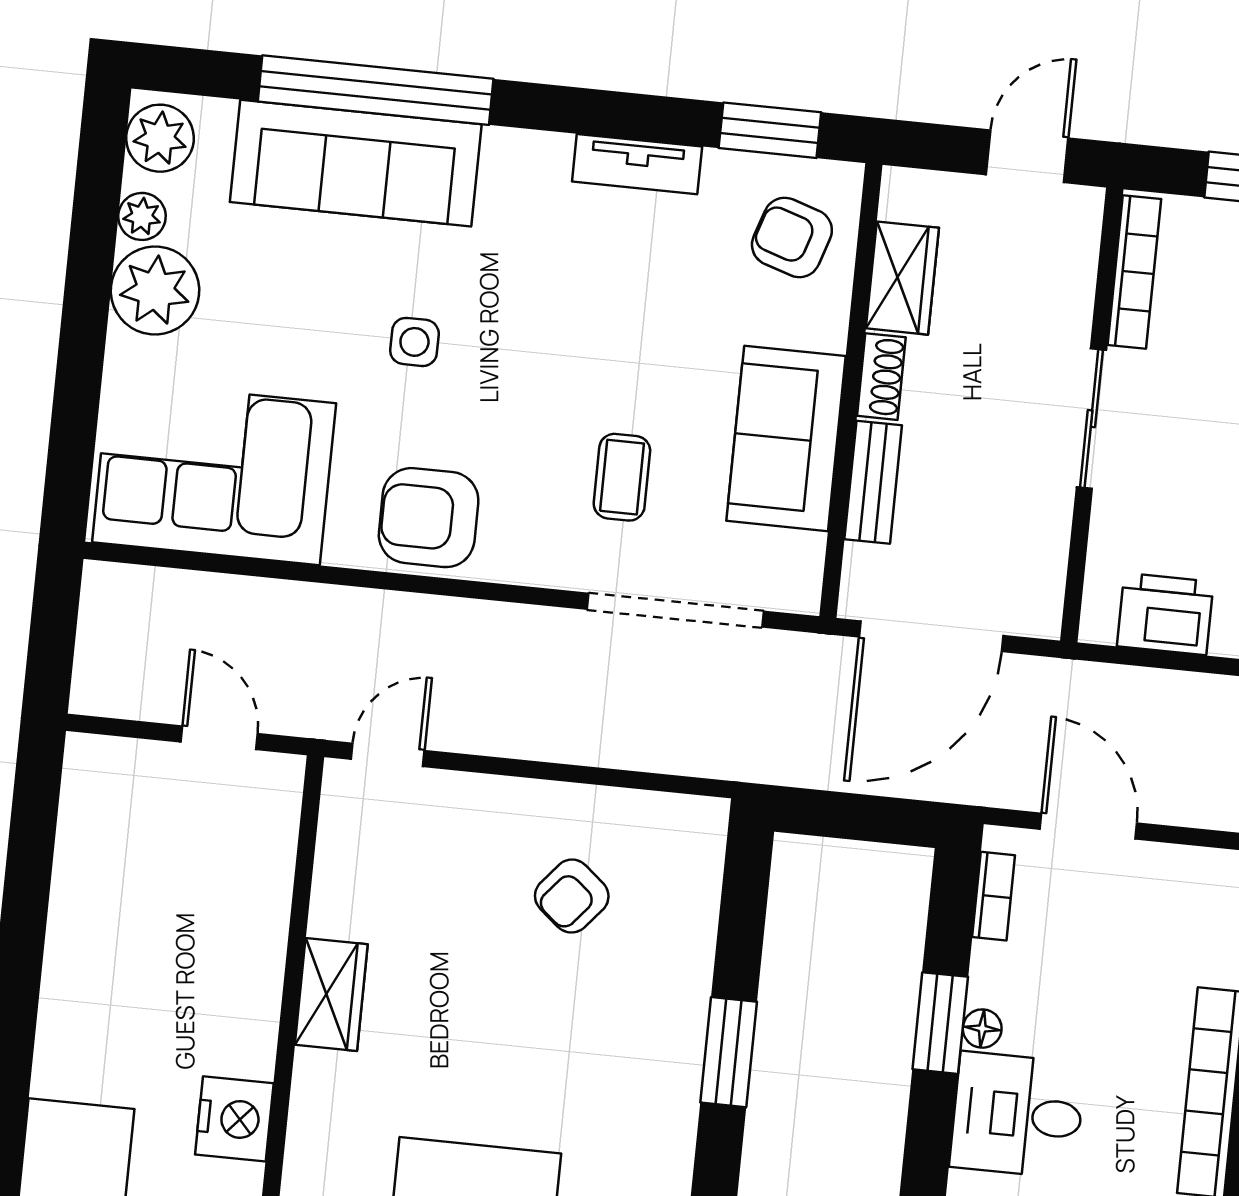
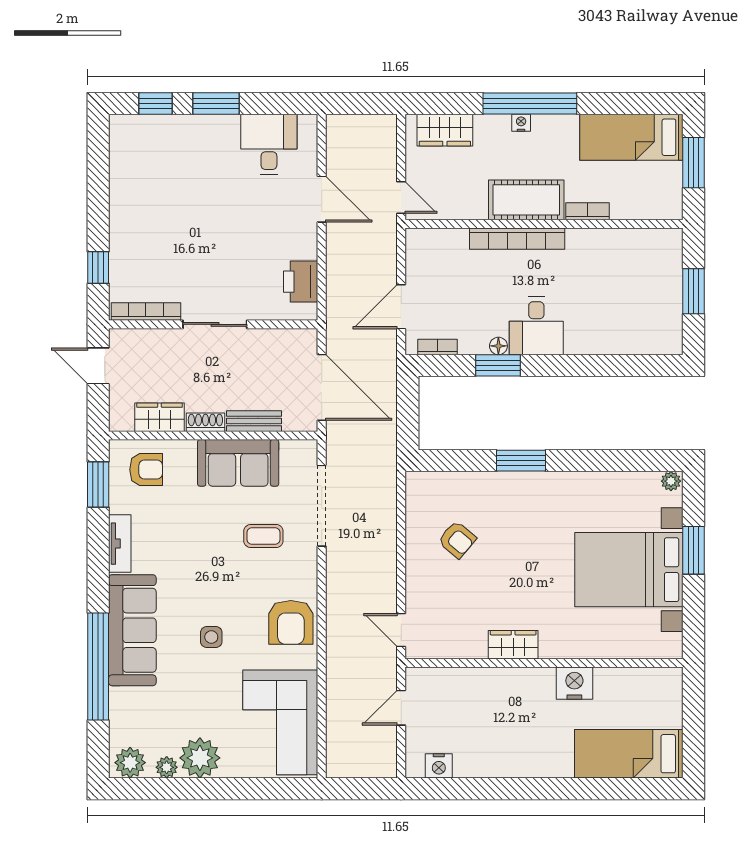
sofa: (356, 163) -> (132, 630), moved
armchair: (792, 237) -> (146, 470), turned -108
nightstand: (85, 807) -> (439, 766), added

